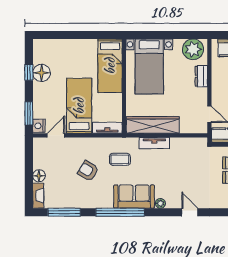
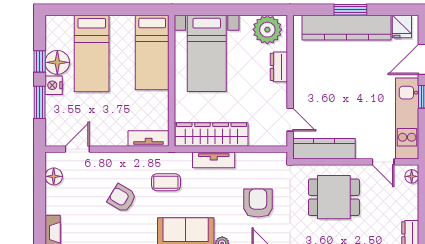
bed: (79, 106) -> (92, 54), moved, turned 180
window: (29, 113) -> (40, 102), moved
nightstand: (39, 126) -> (54, 85), moved
armchair: (186, 174) -> (258, 203), added
floor lamp: (39, 176) -> (54, 176), moved

